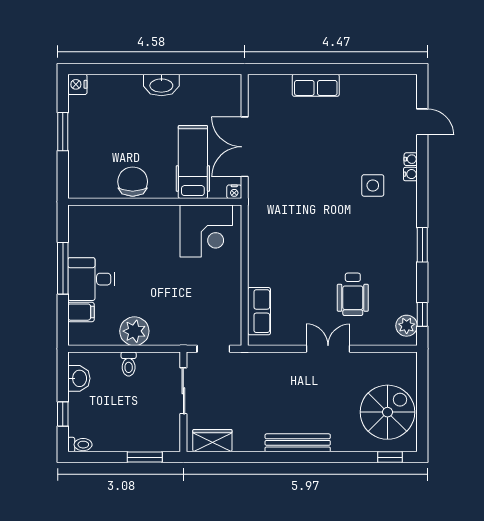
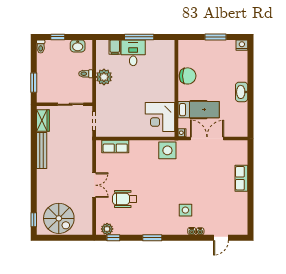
side table: (266, 218) -> (167, 150), added
bench: (298, 443) -> (42, 150), moved

